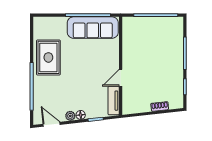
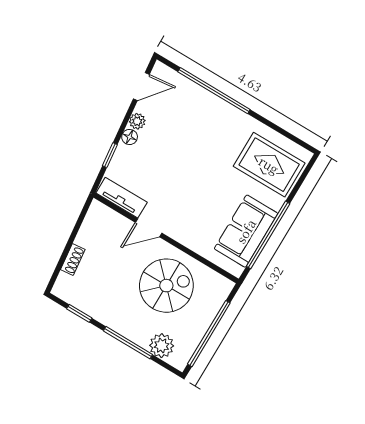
sofa: (93, 28) -> (246, 231), width x0.73
plant: (176, 35) -> (162, 346), added
spiral stairs: (144, 51) -> (166, 286), added
rug: (48, 57) -> (269, 165), moved
door: (121, 78) -> (149, 228), swing flipped

